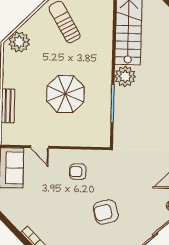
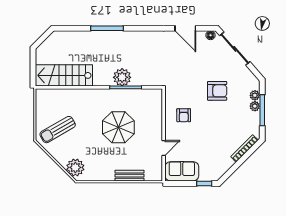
plant: (125, 76) -> (122, 77), moved
armchair: (106, 212) -> (217, 91), turned -74

